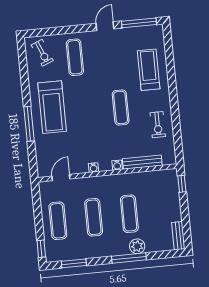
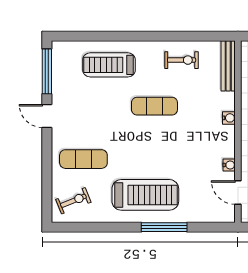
bench: (142, 162) -> (228, 66), moved
water cooler: (94, 168) -> (229, 165), moved

